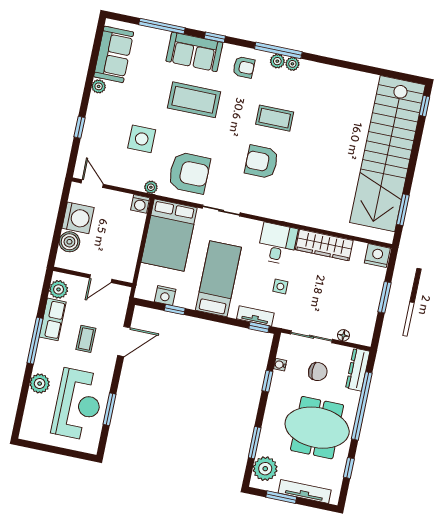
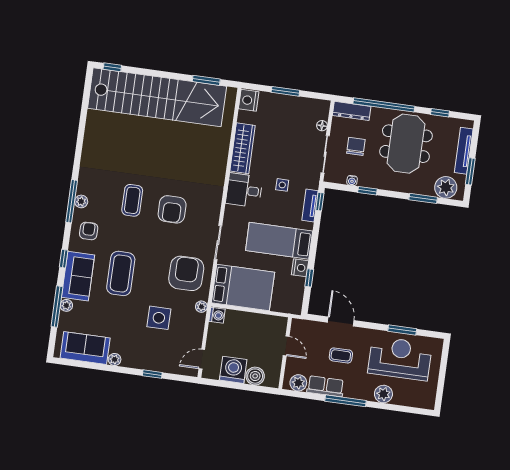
plant: (292, 64) -> (66, 305), moved
nightstand: (165, 295) -> (300, 268), moved

